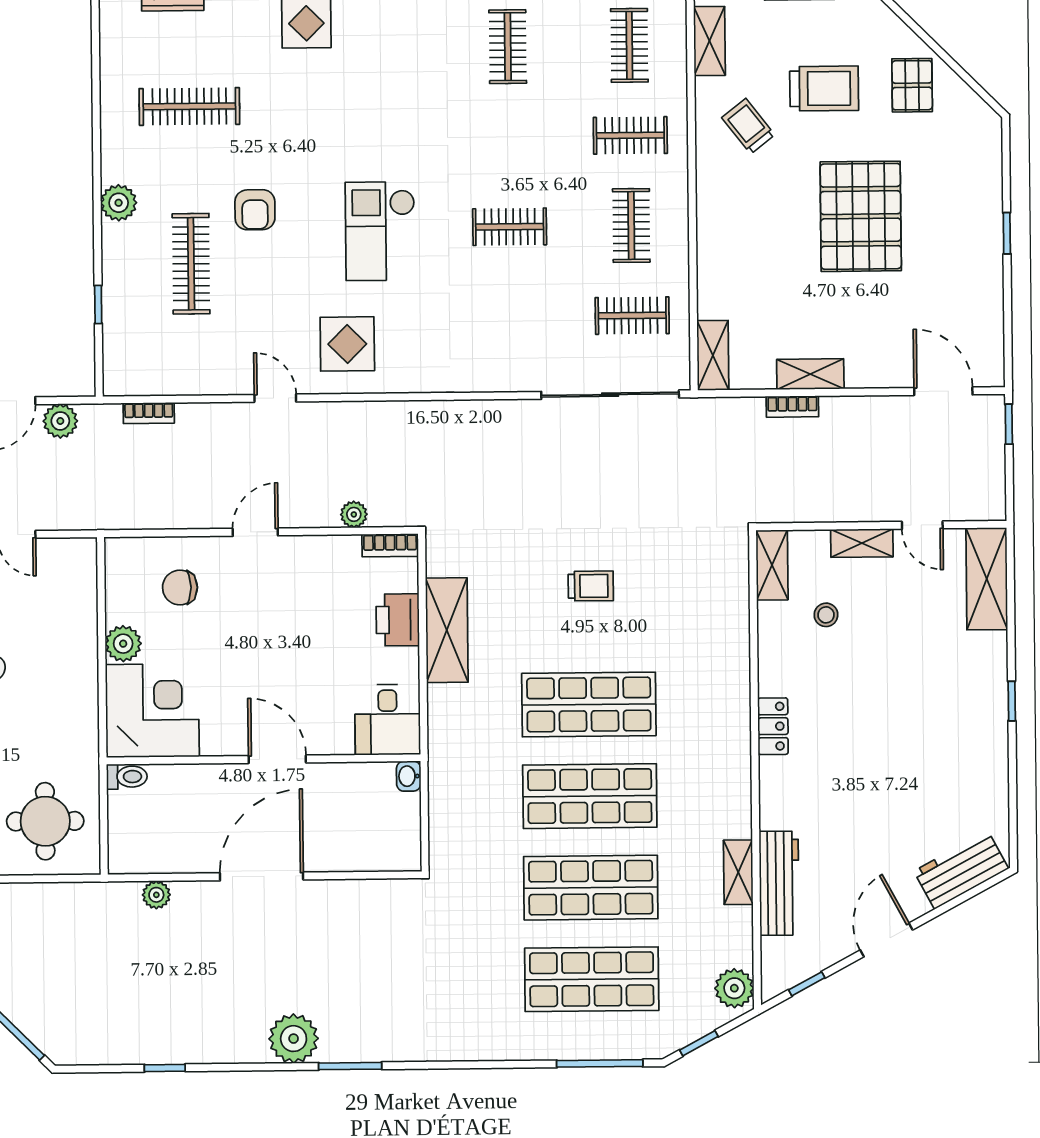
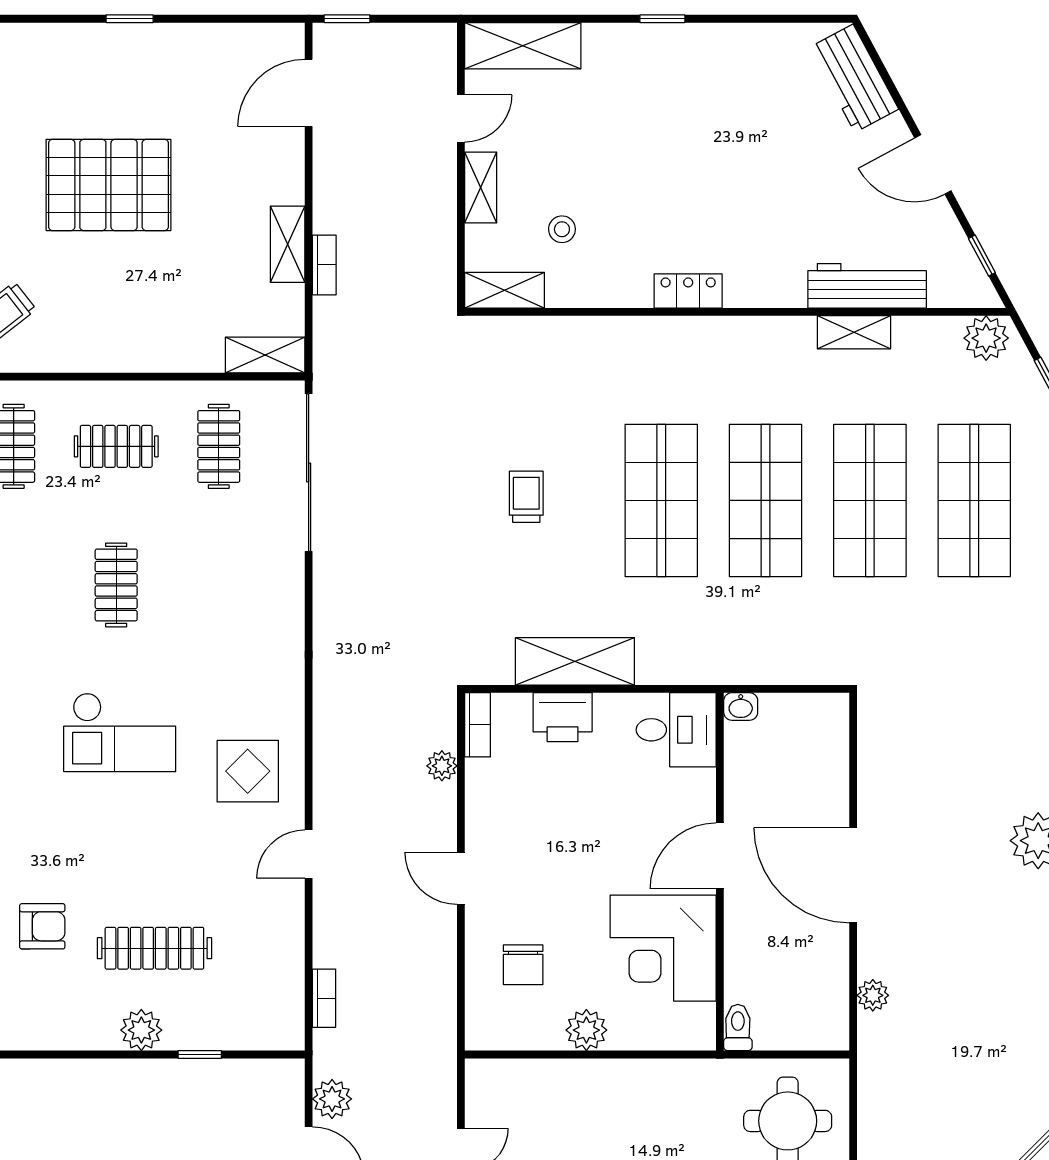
plant: (119, 203) -> (141, 1030), moved
armchair: (255, 210) -> (42, 926), moved
corner desk: (152, 711) -> (663, 948), moved, turned -90

